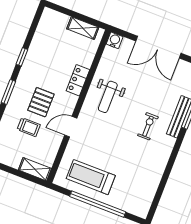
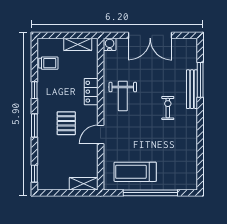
trolley: (29, 127) -> (48, 63), moved

